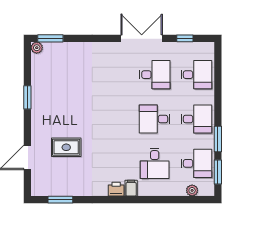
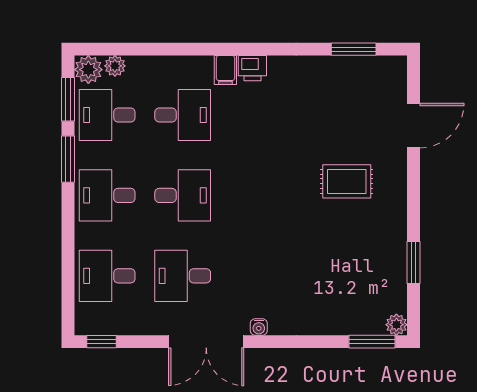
window: (185, 38) -> (102, 342), moved
water cooler: (113, 46) -> (259, 327), added
window: (27, 97) -> (414, 262), moved
rug: (66, 147) -> (347, 181), moved
desk: (155, 163) -> (183, 115), turned 90
plant: (207, 188) -> (88, 70), added

